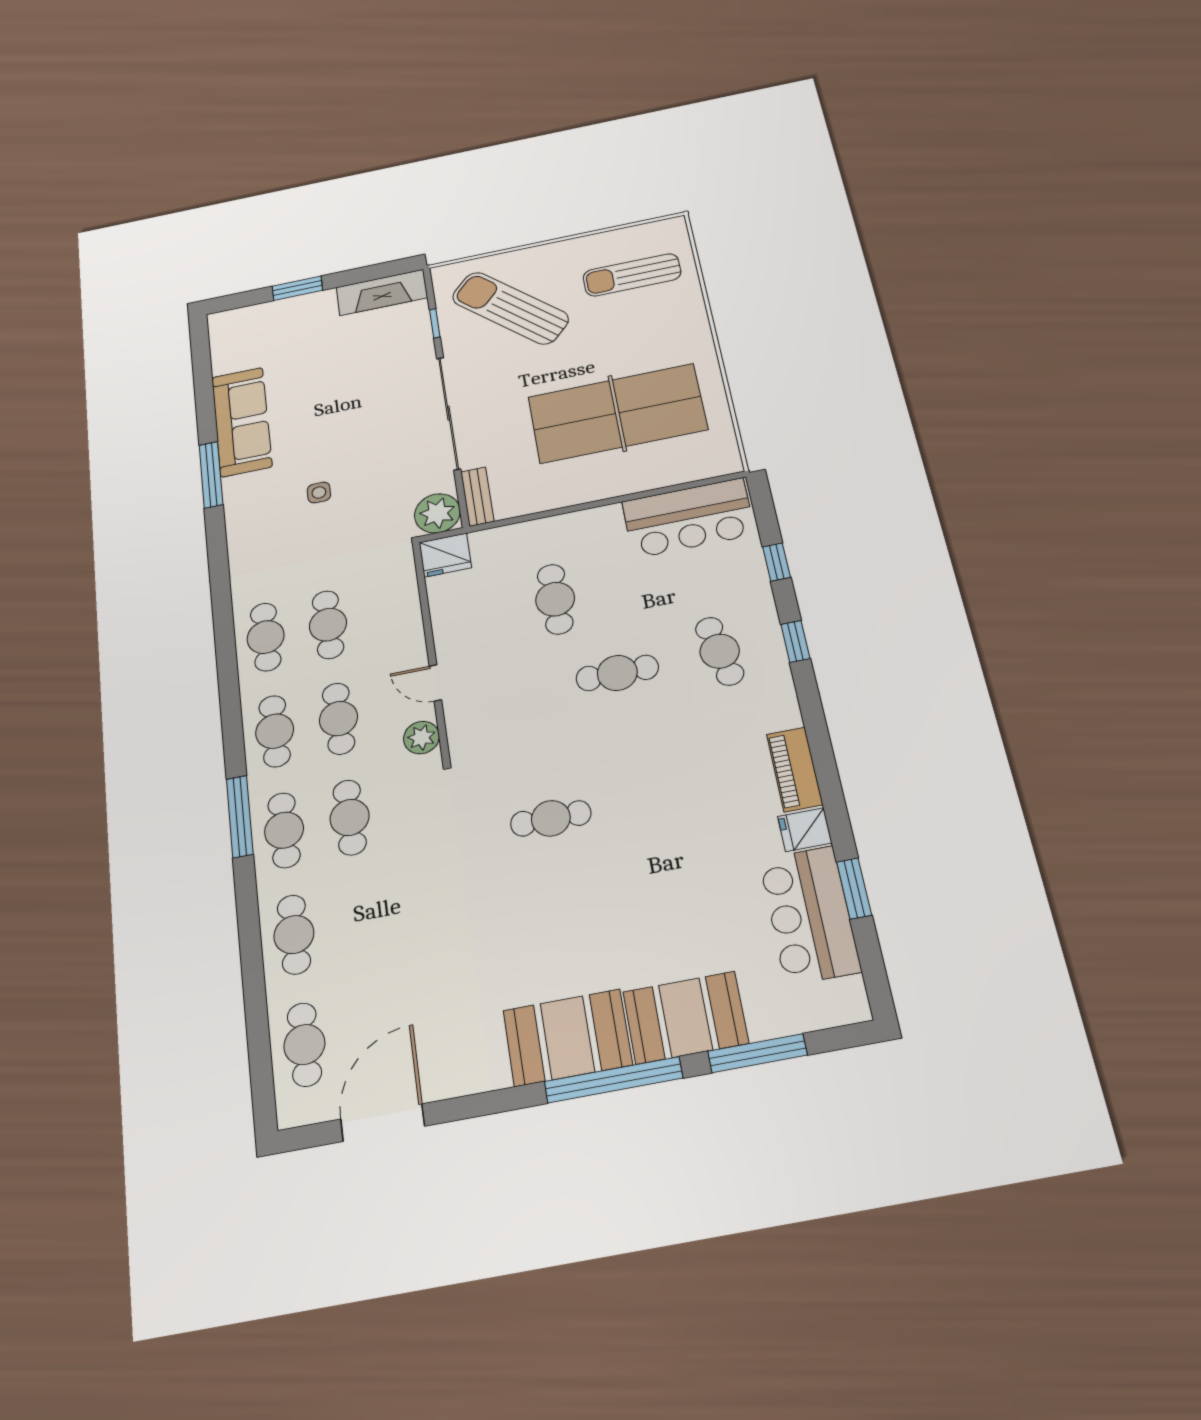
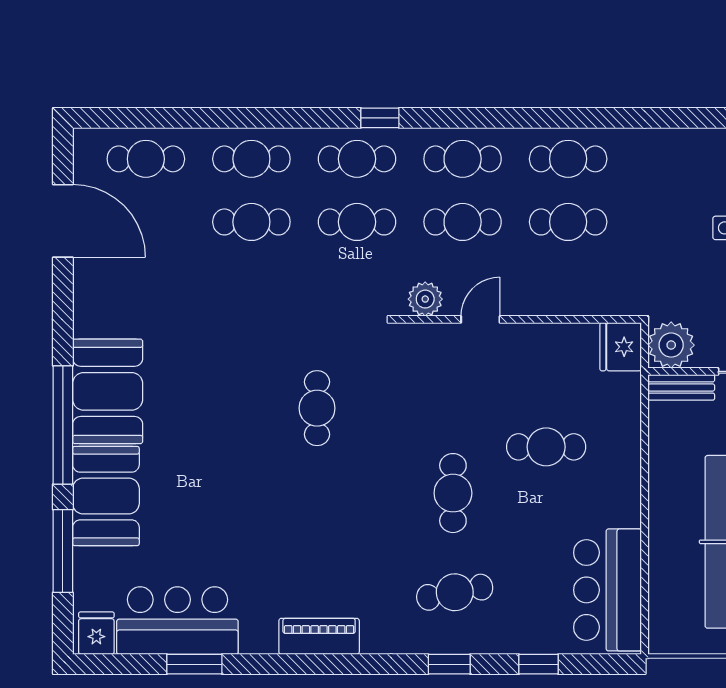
window: (240, 816) -> (380, 118), width x0.46
fridge: (805, 830) -> (96, 633), moved
cafe table: (361, 922) -> (251, 222), added

